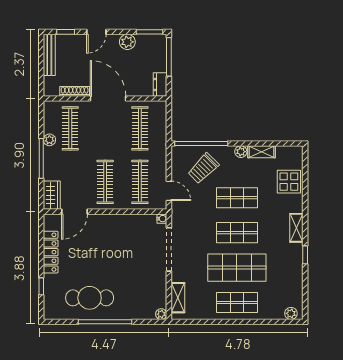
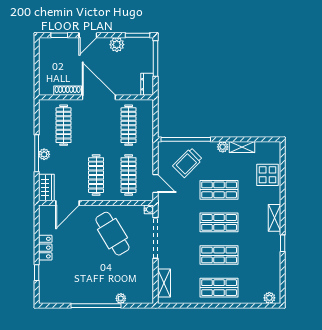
bench: (49, 55) -> (44, 57), removed
plant: (49, 140) -> (44, 154), moved
locker: (51, 252) -> (45, 248), width x0.66
shop shelf: (237, 268) -> (219, 255), width x0.70, depth x0.74
cafe table: (90, 298) -> (112, 234), moved, turned 59
plant: (161, 314) -> (121, 298), moved

